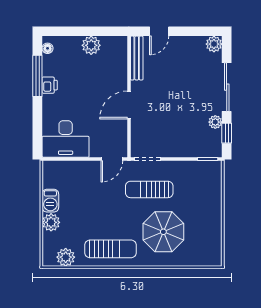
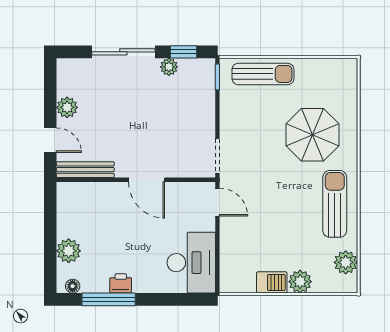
plant: (214, 44) -> (67, 107), moved
plant: (91, 45) -> (69, 251), moved
sun lounger: (149, 189) -> (263, 74), moved, turned -90

